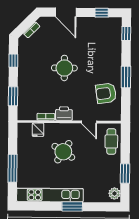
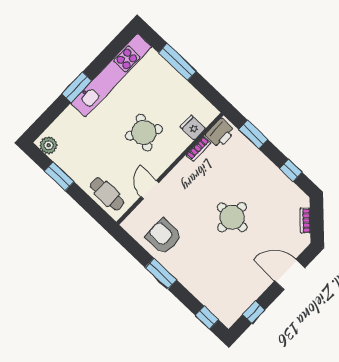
armchair: (106, 93) -> (164, 236), turned -82
printer: (64, 114) -> (220, 133), moved
door: (89, 122) -> (150, 190), hinge flipped

